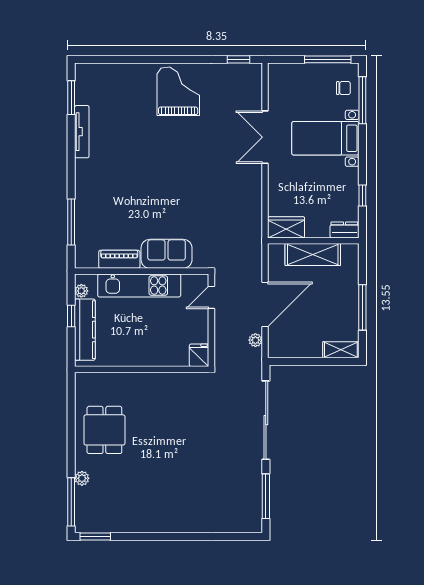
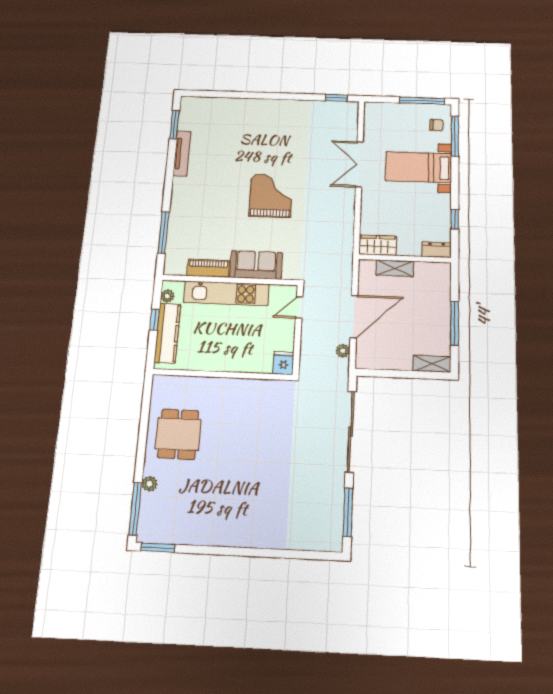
grand piano: (178, 91) -> (271, 196), moved
shelving: (313, 254) -> (395, 268), width x0.67, depth x0.75

